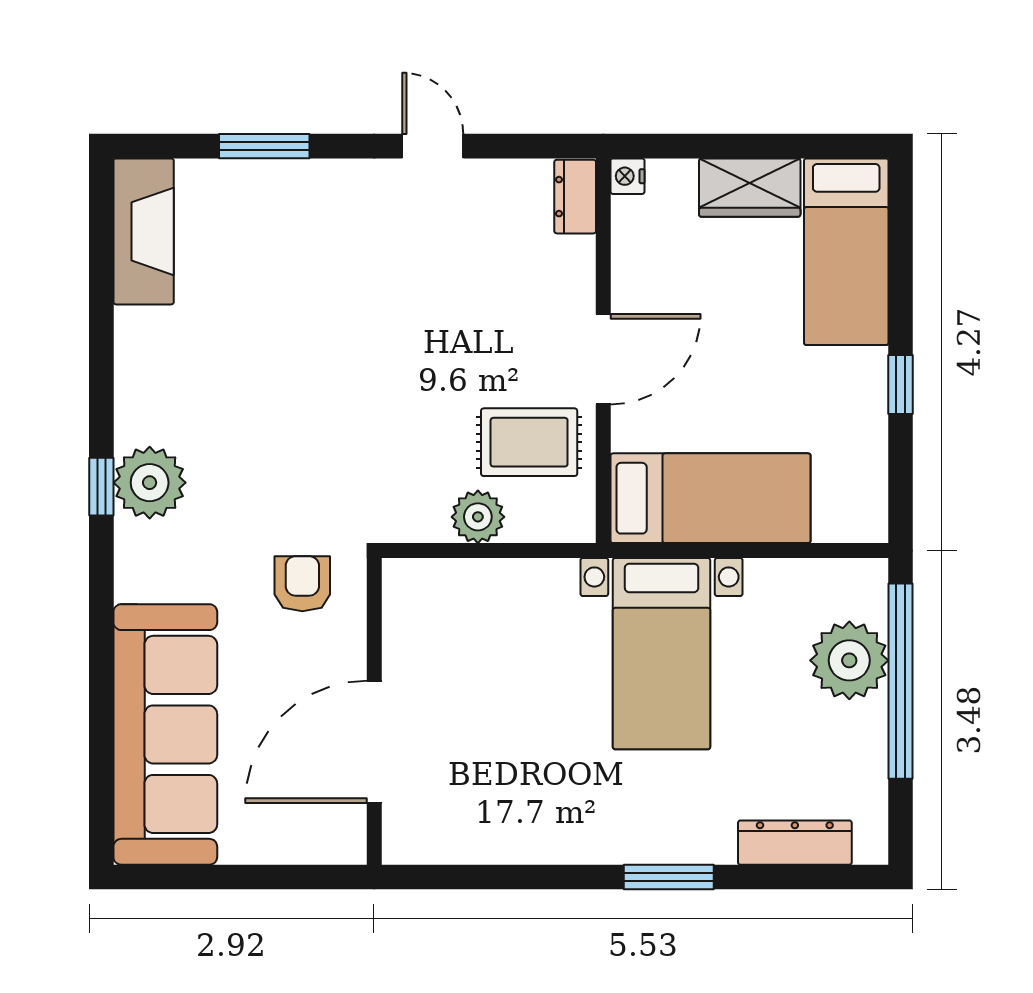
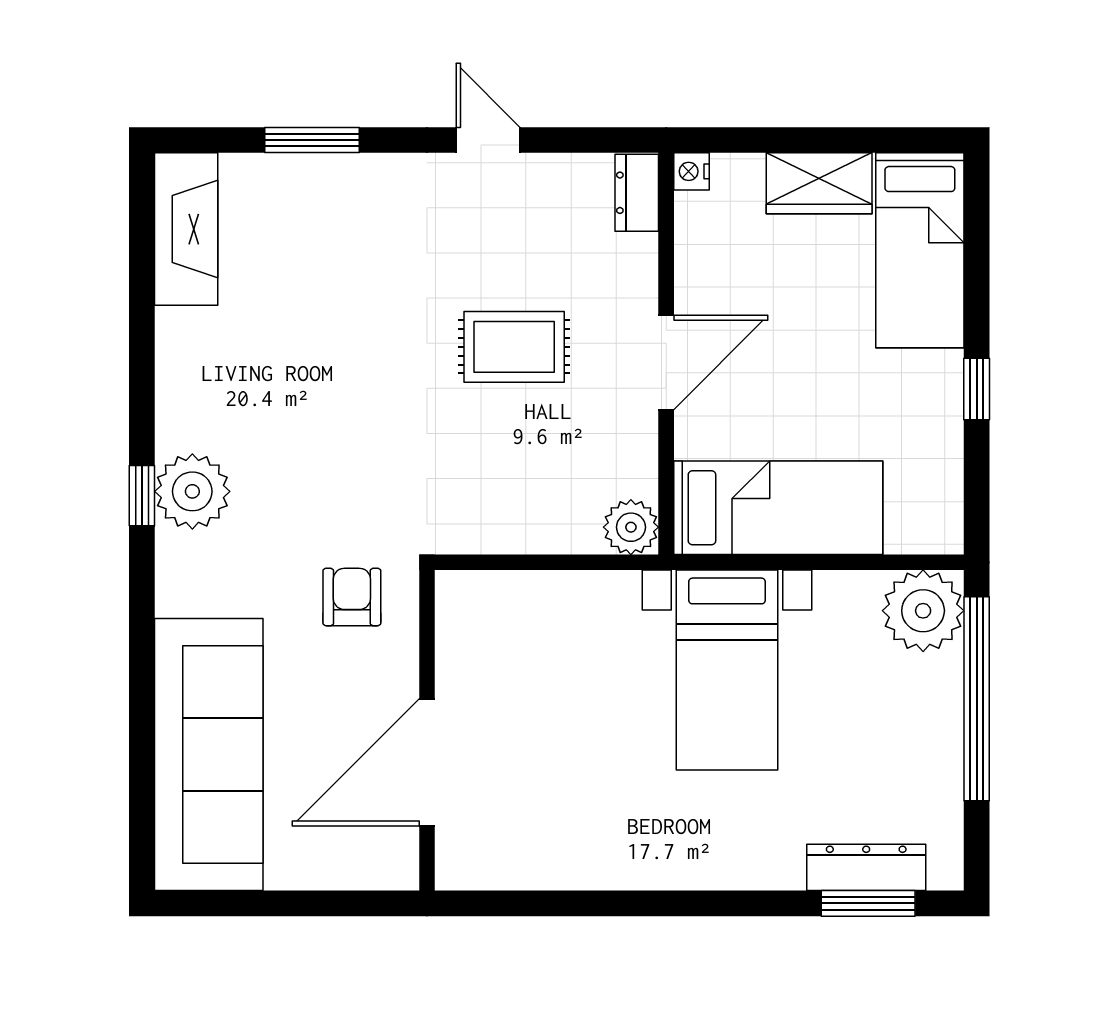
rug: (529, 442) -> (514, 347), moved
plant: (478, 517) -> (631, 527), moved
plant: (849, 660) -> (923, 611), moved
window: (669, 877) -> (868, 903), moved

